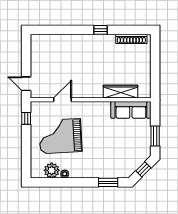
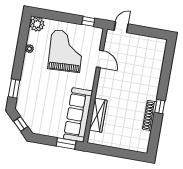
shoe rack: (131, 39) -> (149, 115), moved
sofa: (131, 110) -> (78, 115), width x1.36, depth x1.27
window: (155, 136) -> (66, 143), moved
plant: (52, 170) -> (37, 24), moved

